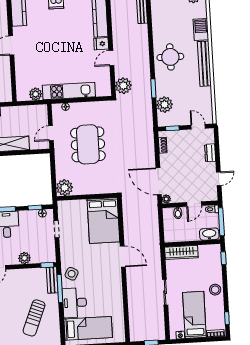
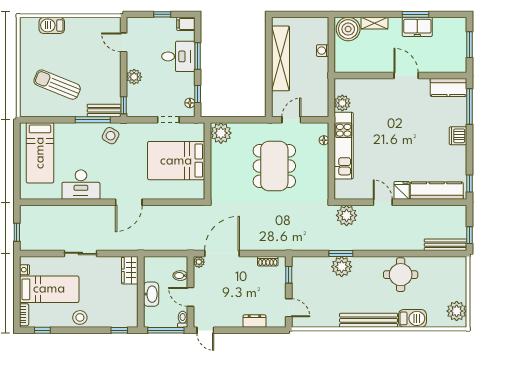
round table: (170, 57) -> (401, 275), moved
plant: (165, 105) -> (342, 267), moved
door: (198, 127) -> (289, 308), hinge flipped
door: (51, 133) -> (291, 120), hinge flipped
dining table: (88, 144) -> (274, 166), turned 90
door: (219, 179) -> (205, 330), moved
bed: (103, 220) -> (176, 161), moved
washbasin: (209, 234) -> (151, 294), moved
wardrobe: (181, 252) -> (130, 270), width x0.67
desk: (75, 303) -> (81, 185), moved, turned 180

